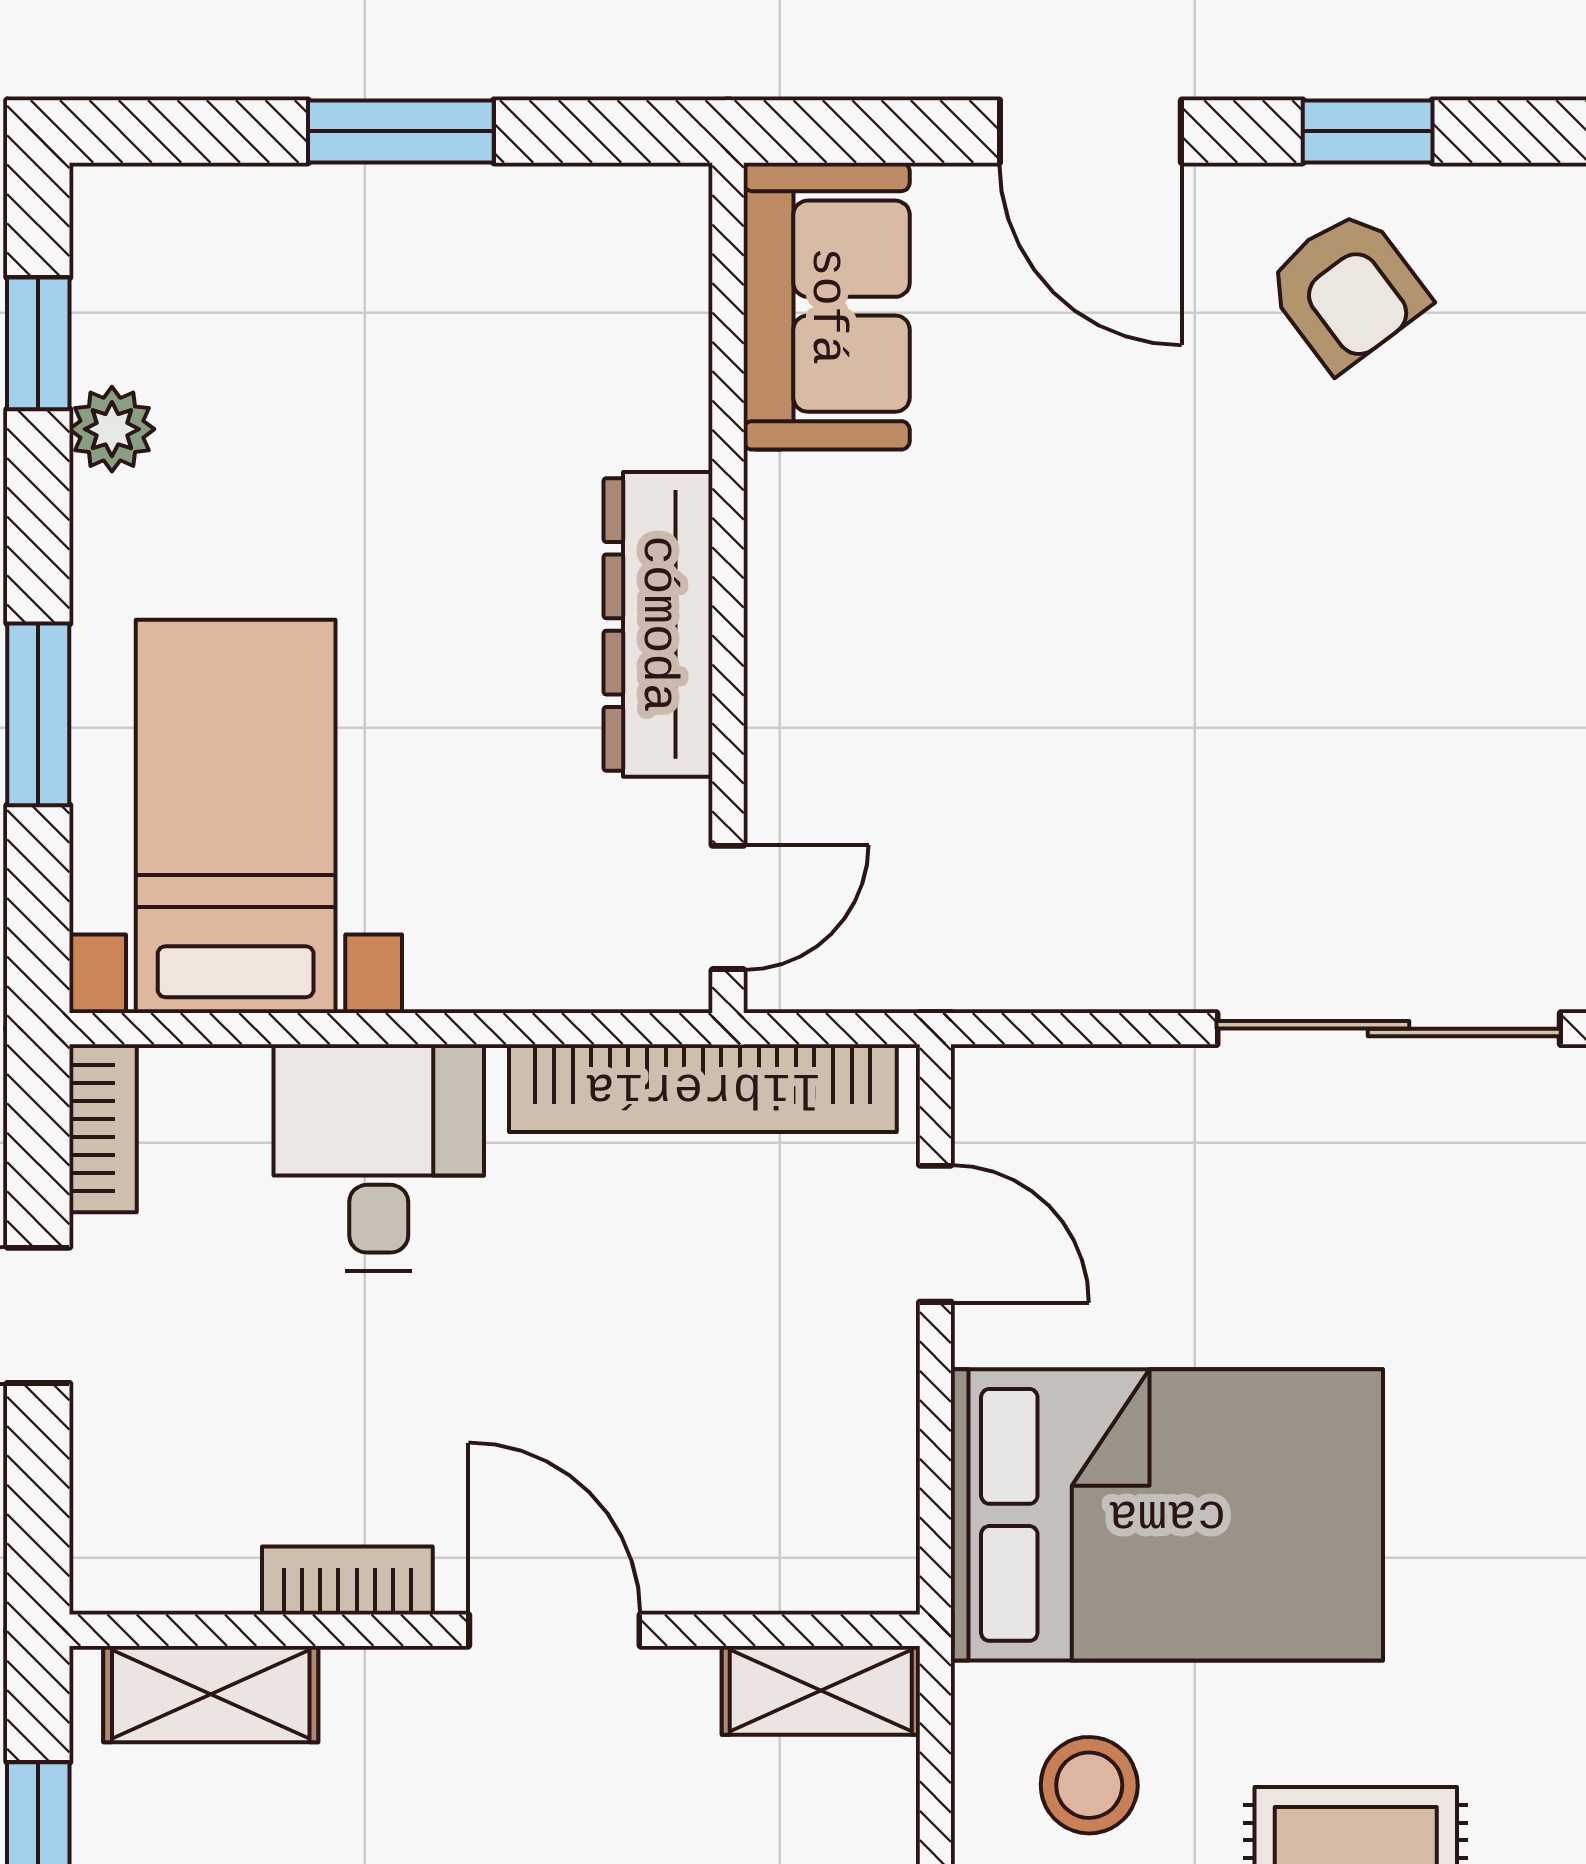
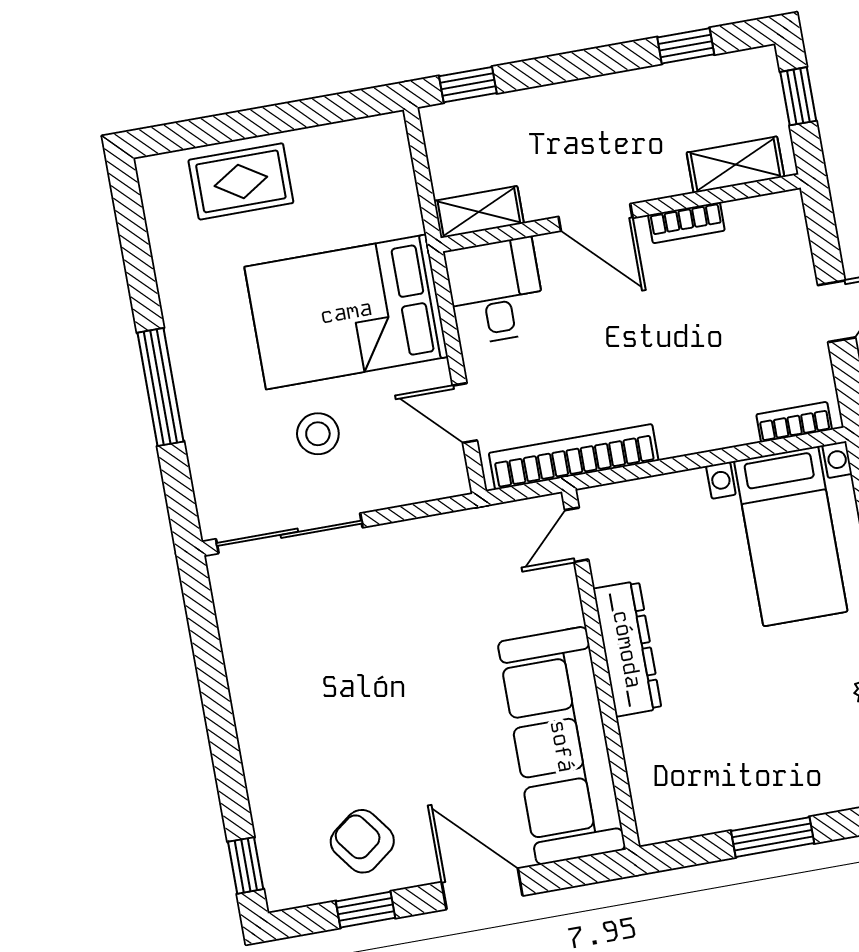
sofa: (827, 306) -> (562, 746), width x1.85, depth x1.27
bookcase: (103, 1128) -> (794, 422), moved, turned 90
desk: (379, 1158) -> (496, 291), moved, turned 180
stool: (1089, 1785) -> (318, 434), moved

